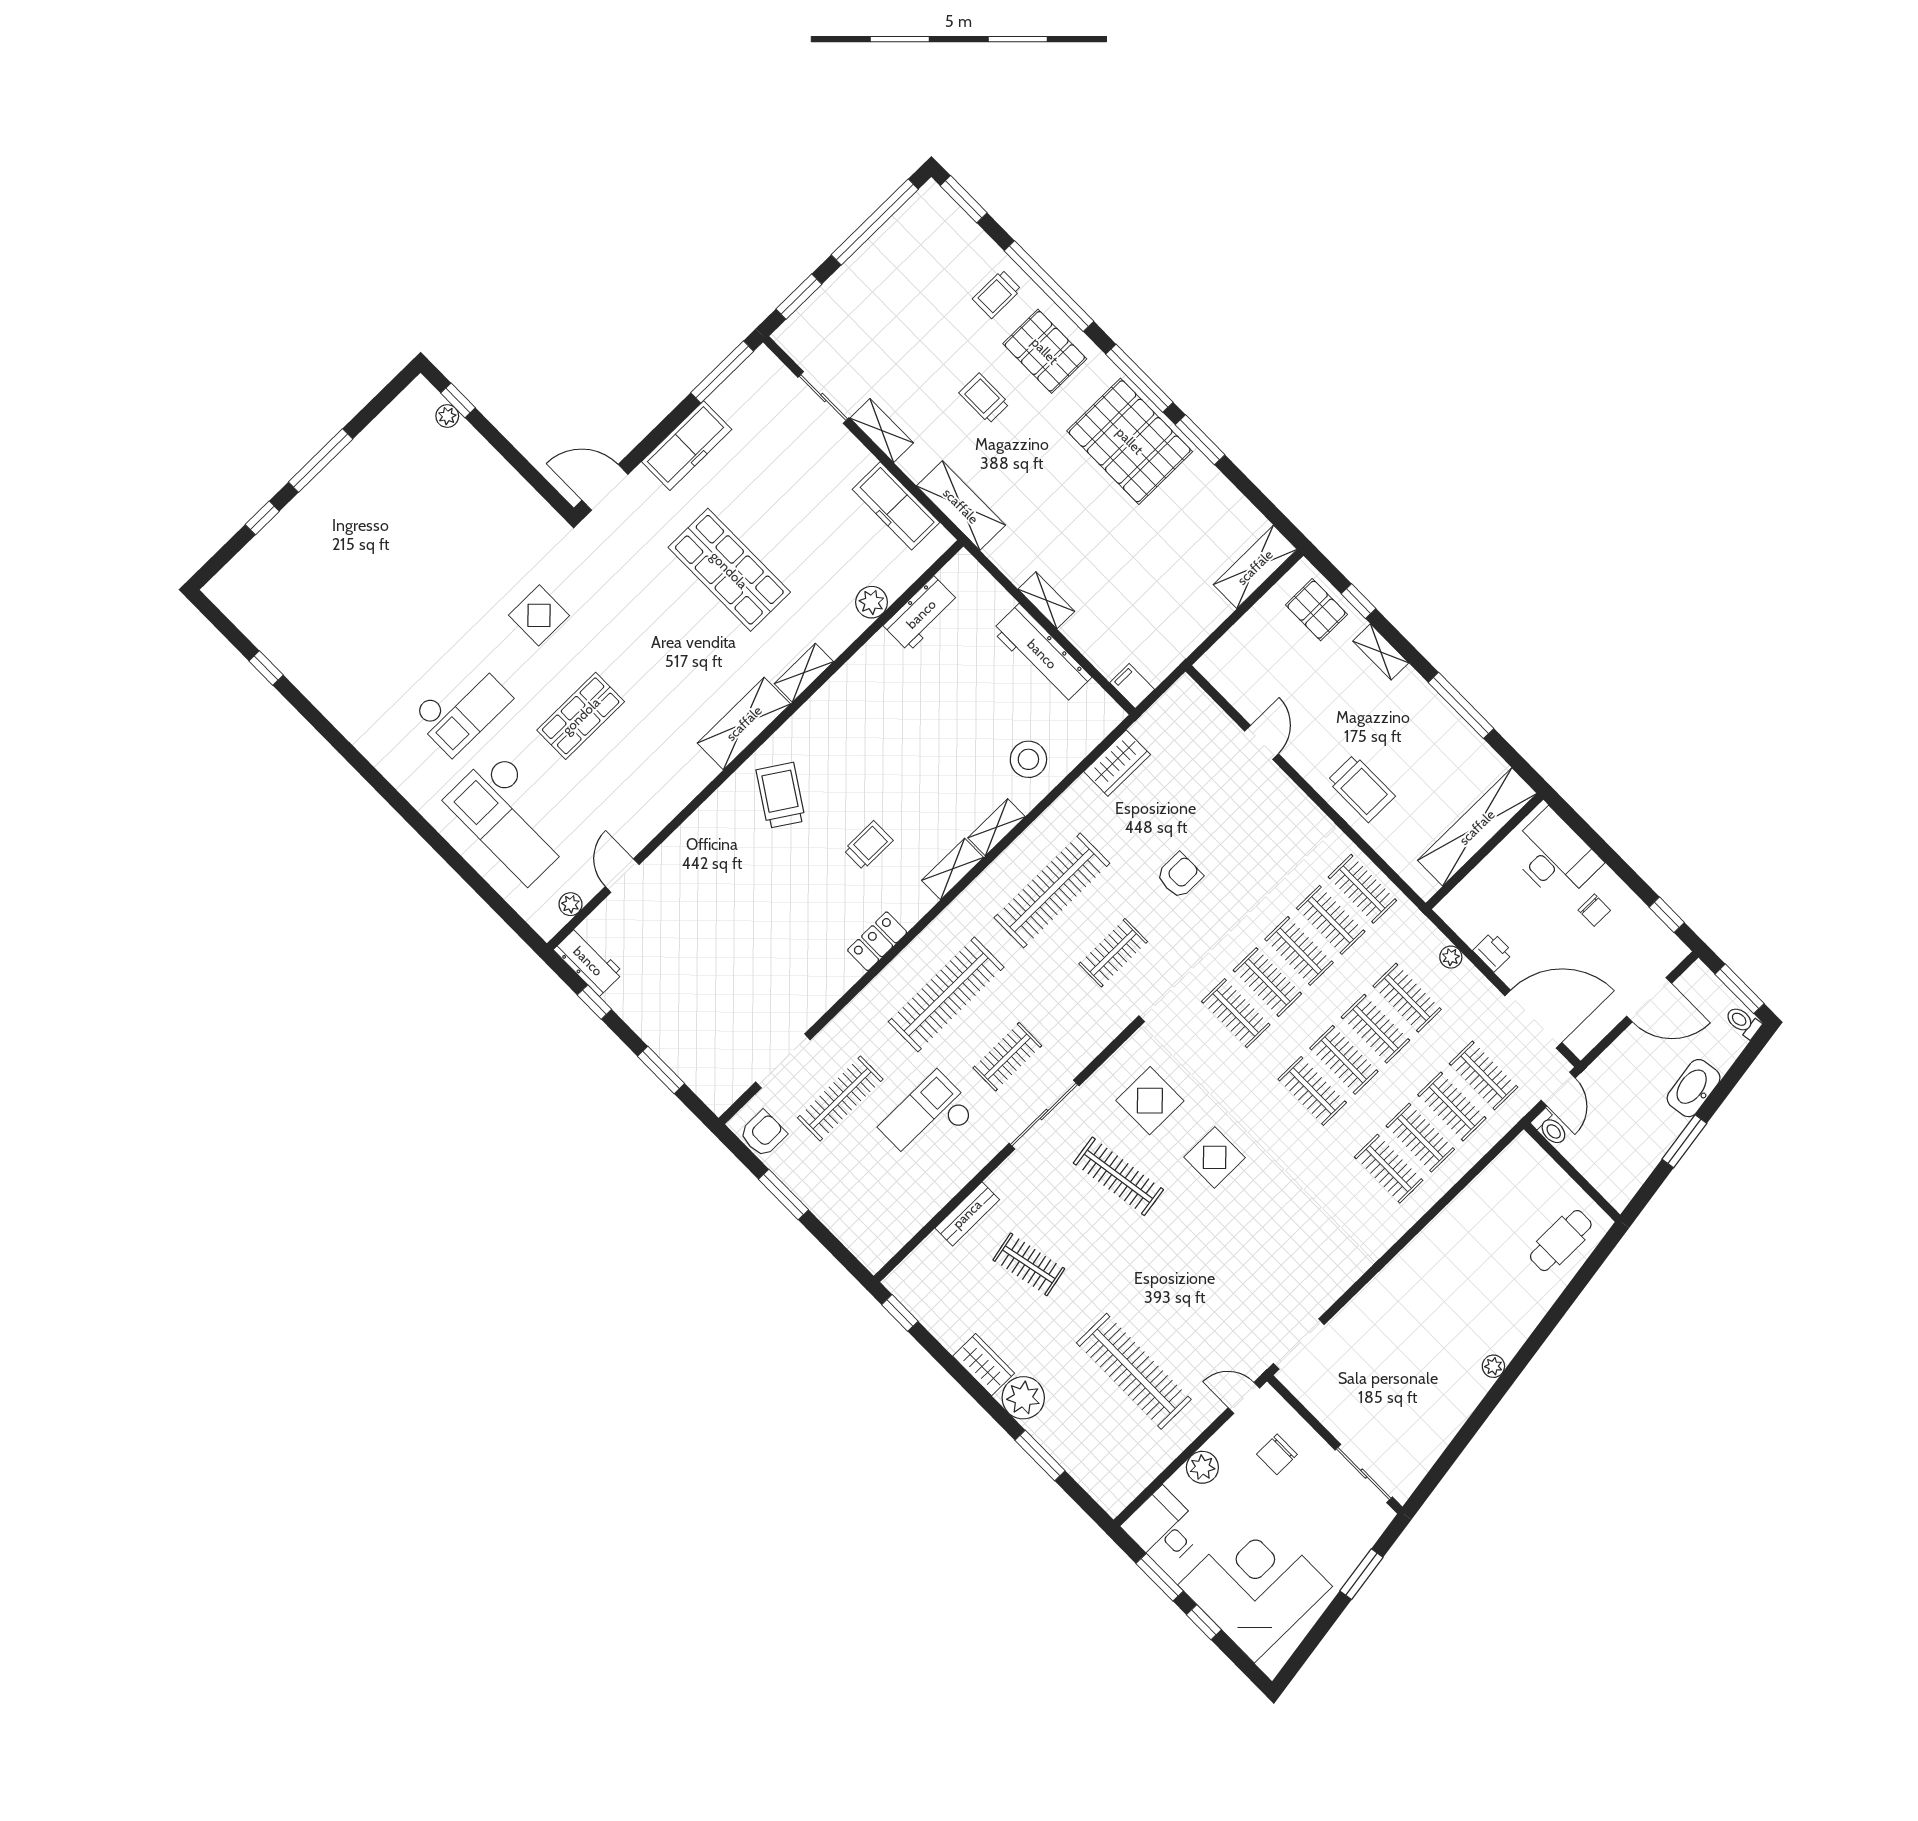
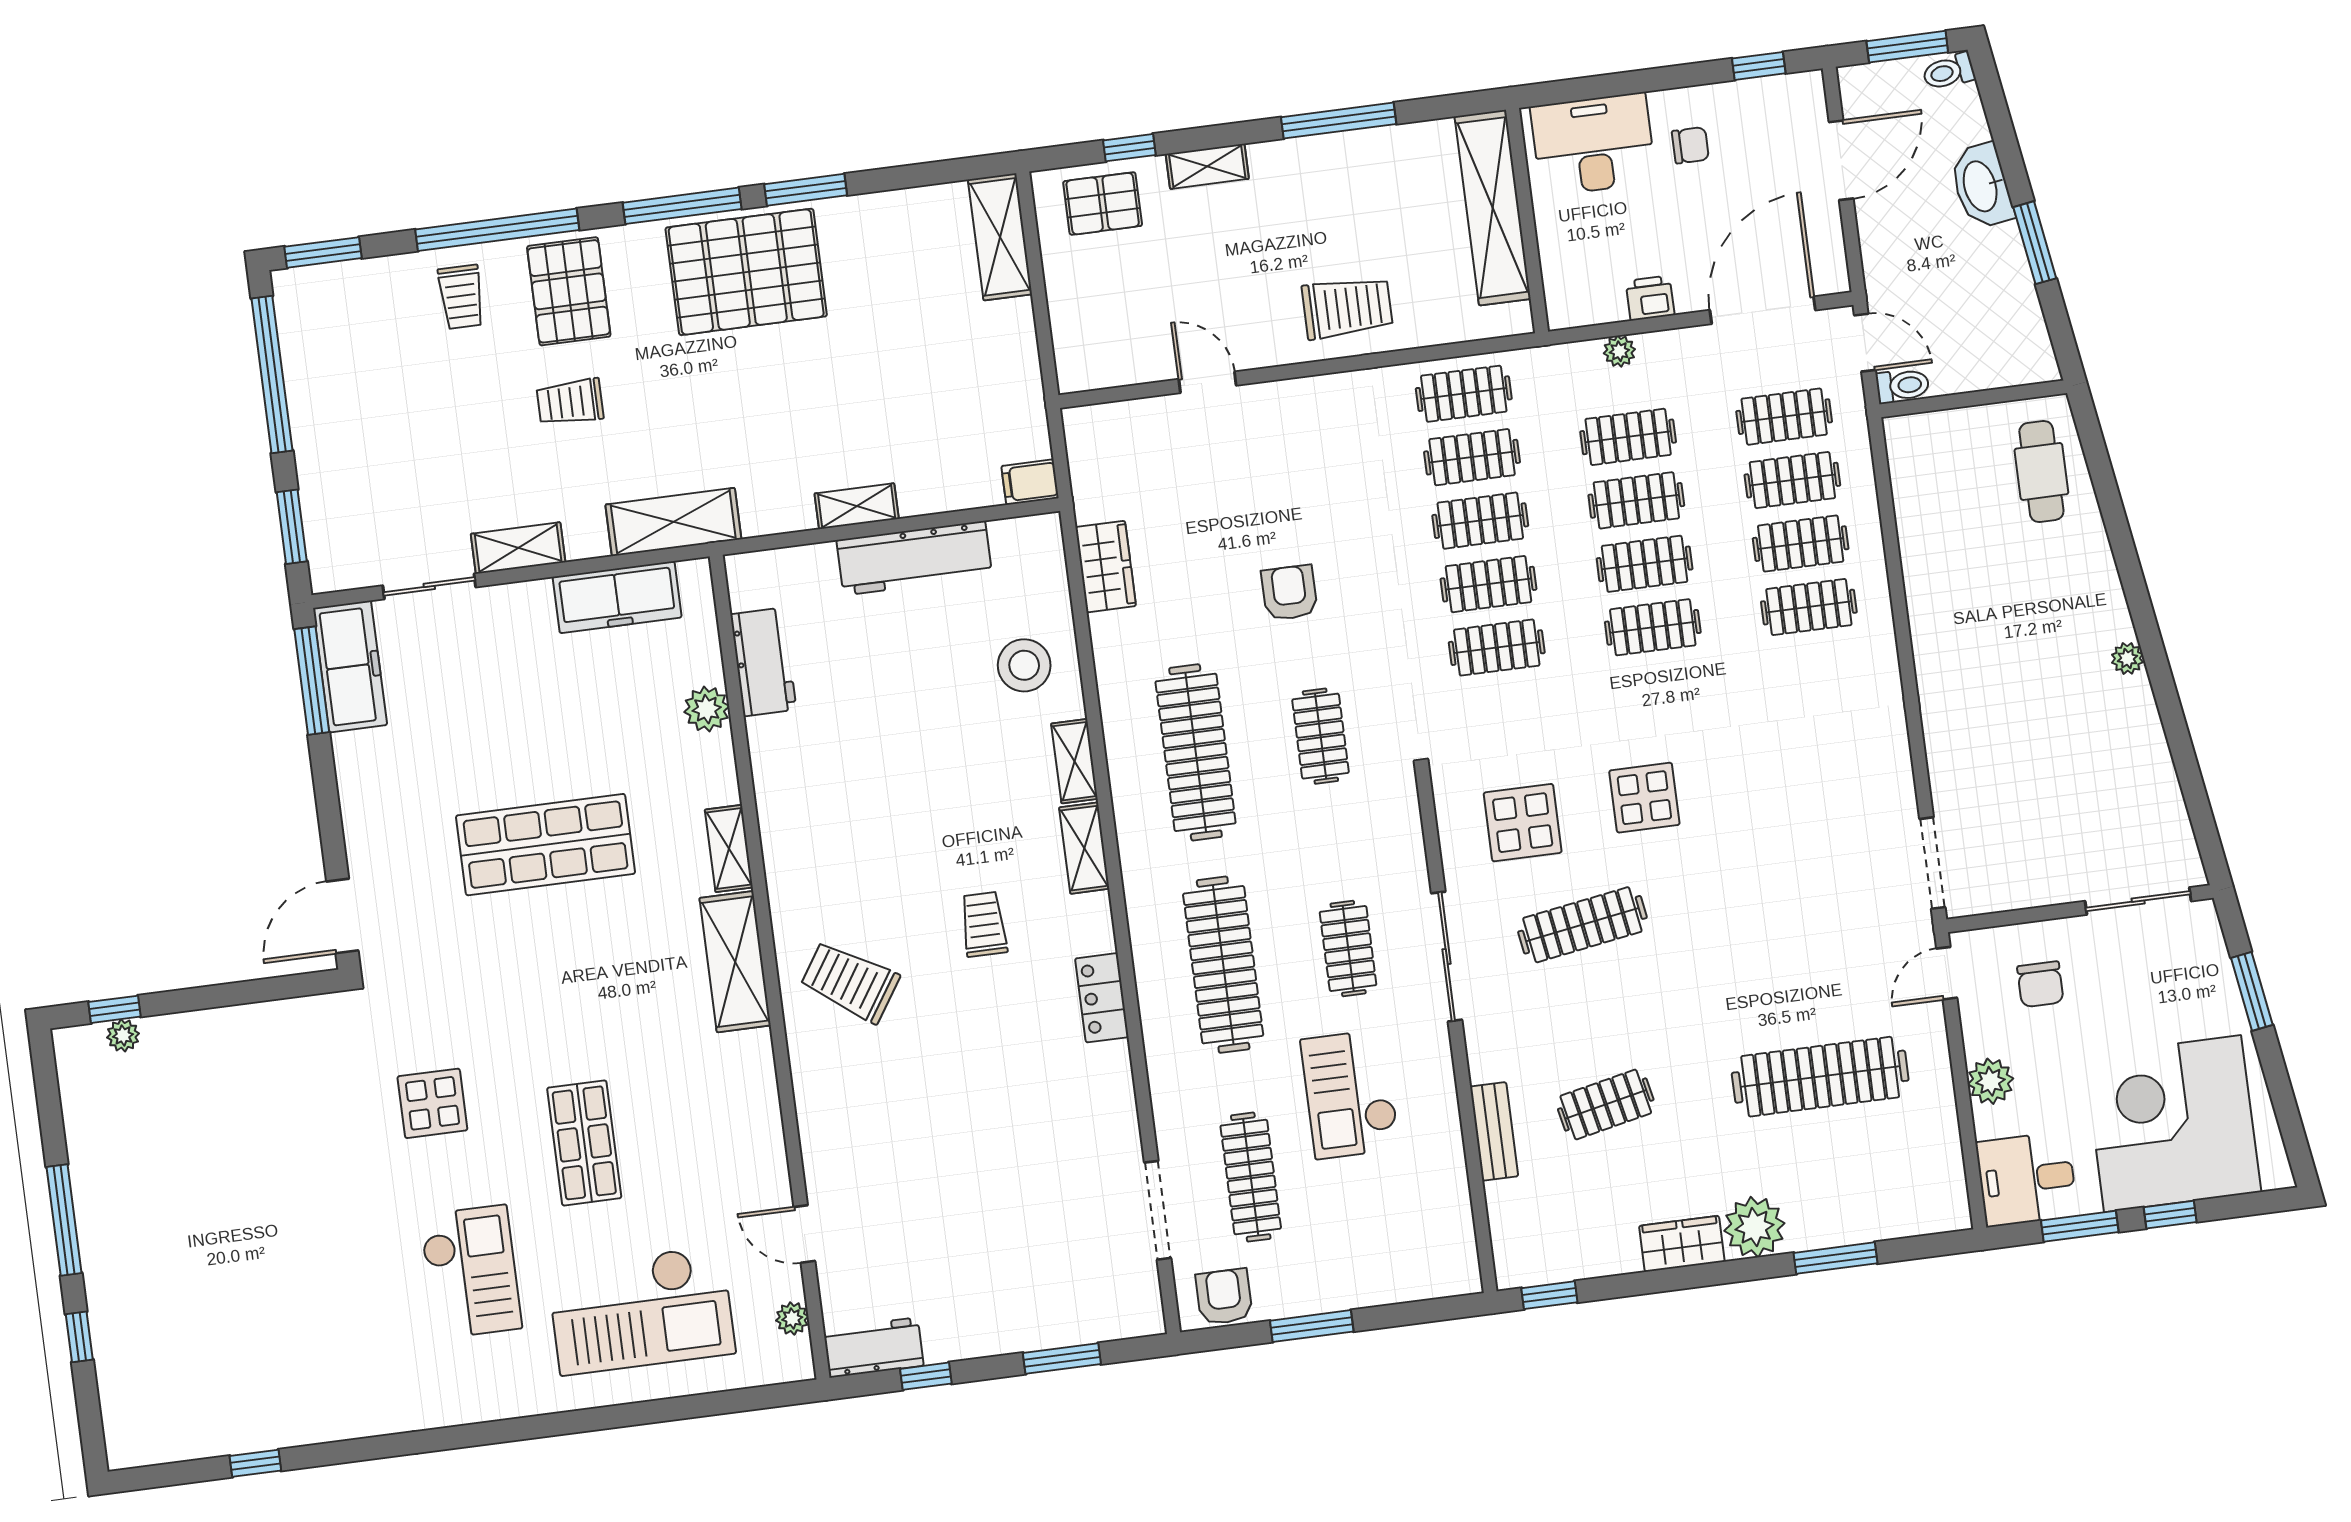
pallet: (1045, 351) -> (569, 291), turned 90
freezer: (687, 446) -> (350, 667), moved

